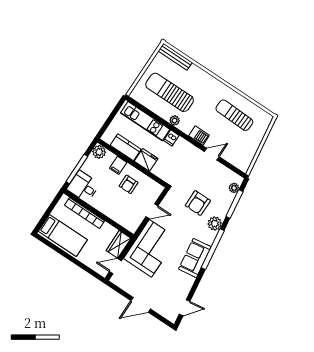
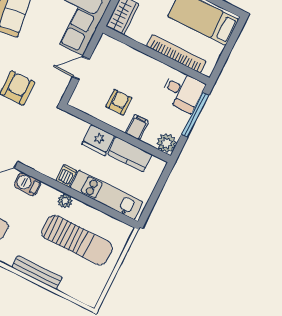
bench: (175, 57) -> (37, 272), moved

